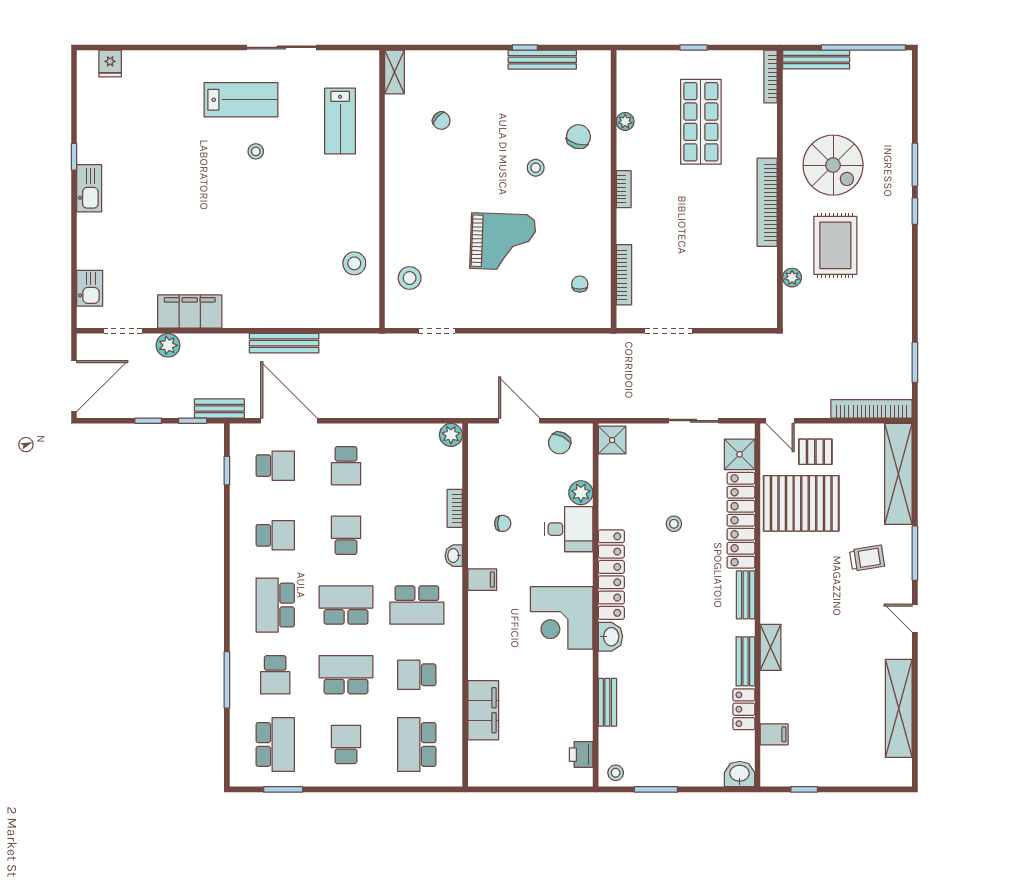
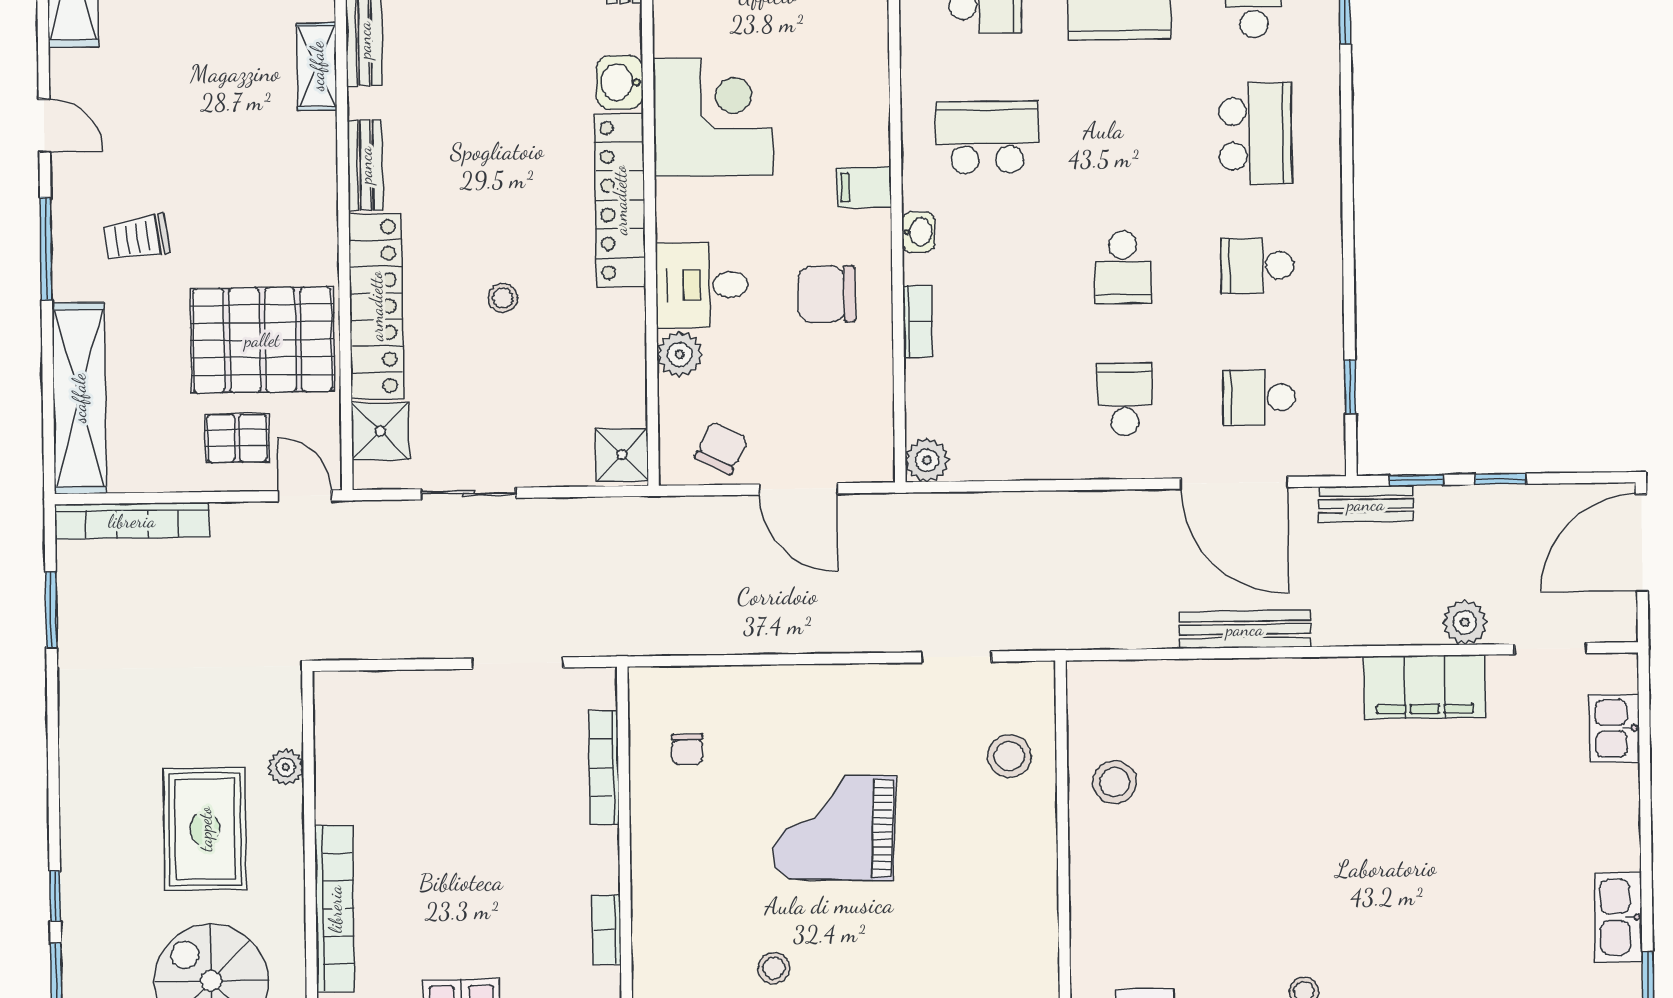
chair: (503, 523) -> (827, 294), width x1.87, depth x1.87
school desk: (346, 605) -> (1121, 135), removed

